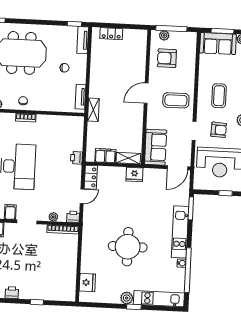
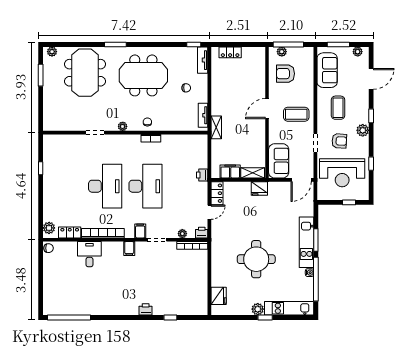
sofa: (218, 44) -> (327, 70), moved, turned -90
window: (191, 208) -> (316, 240), moved

